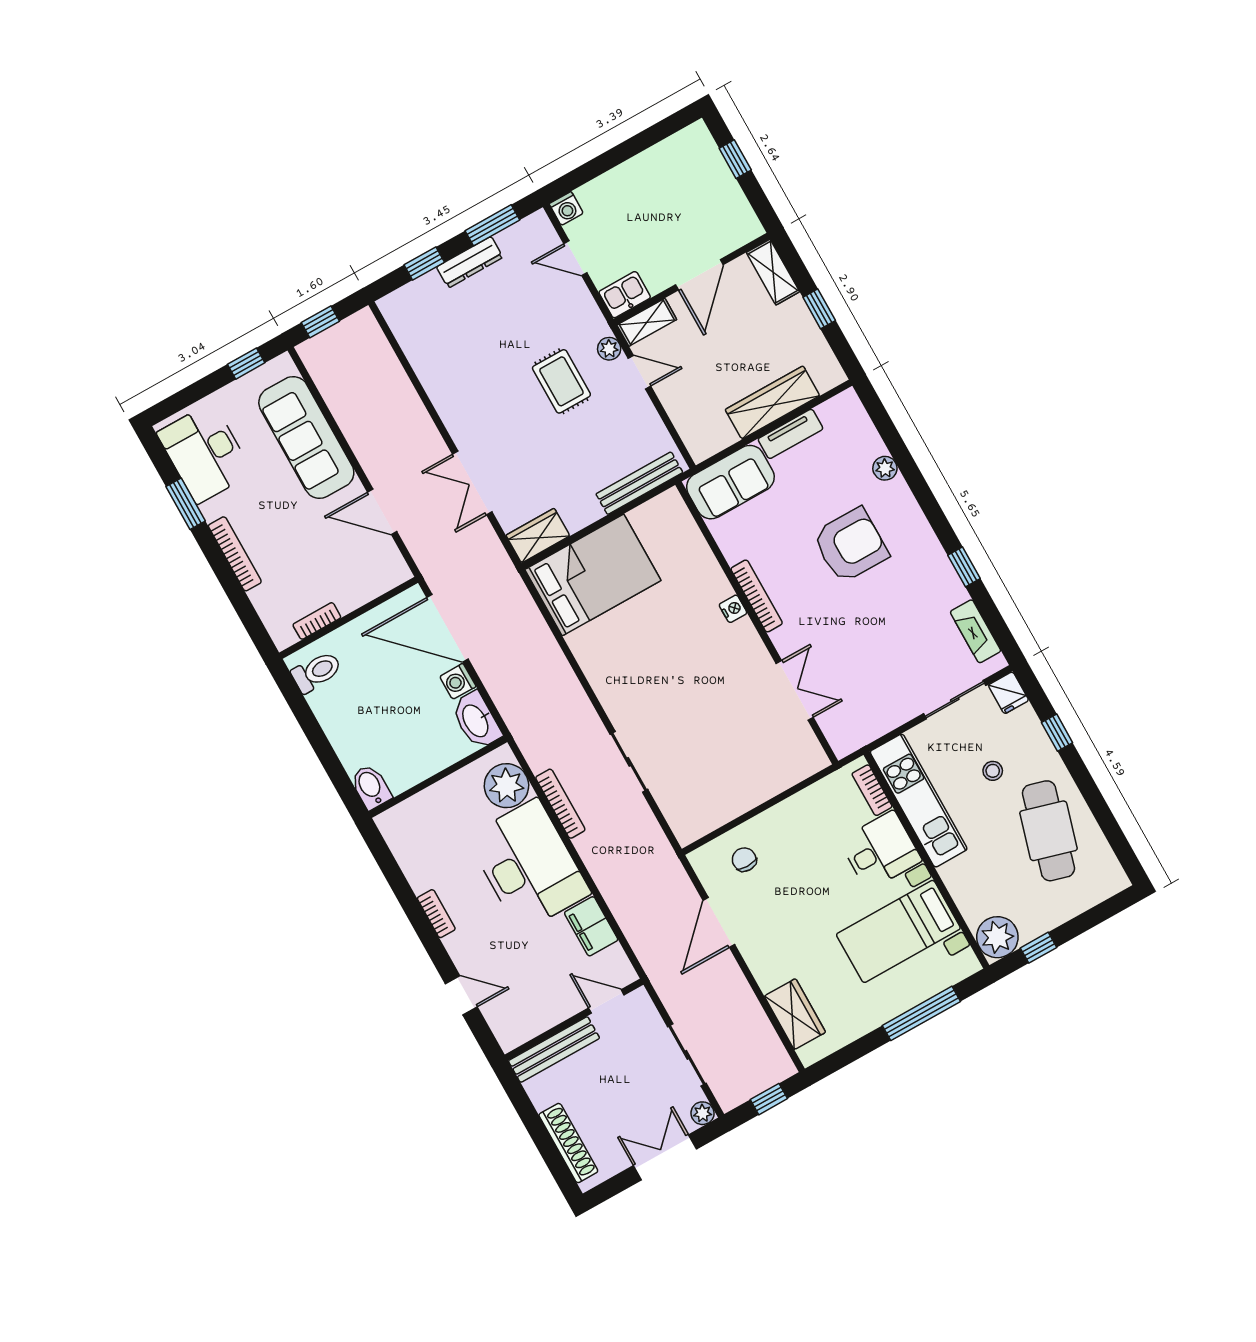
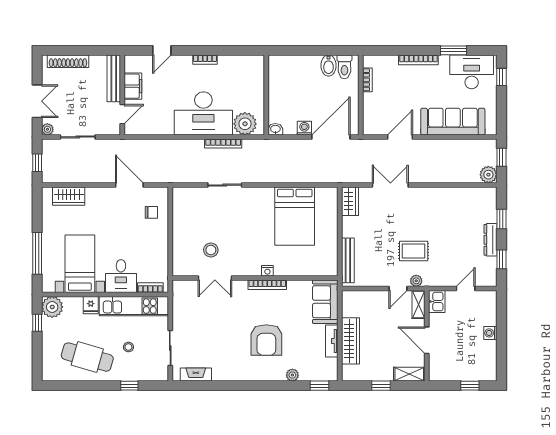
washing machine: (566, 208) -> (490, 333), moved
window: (492, 225) -> (501, 259), width x0.67
plant: (362, 327) -> (488, 175), added
window: (246, 364) -> (501, 77), moved
window: (964, 567) -> (320, 386), moved
bed: (593, 575) -> (295, 216), moved
fridge: (1008, 693) -> (91, 305), moved, turned -90
washbasin: (476, 720) -> (275, 129), width x0.52, depth x0.69
stool: (751, 724) -> (211, 250), added
bidet: (371, 787) -> (329, 65), moved, turned 90
filing cabinet: (591, 926) -> (133, 86), moved, turned 90

